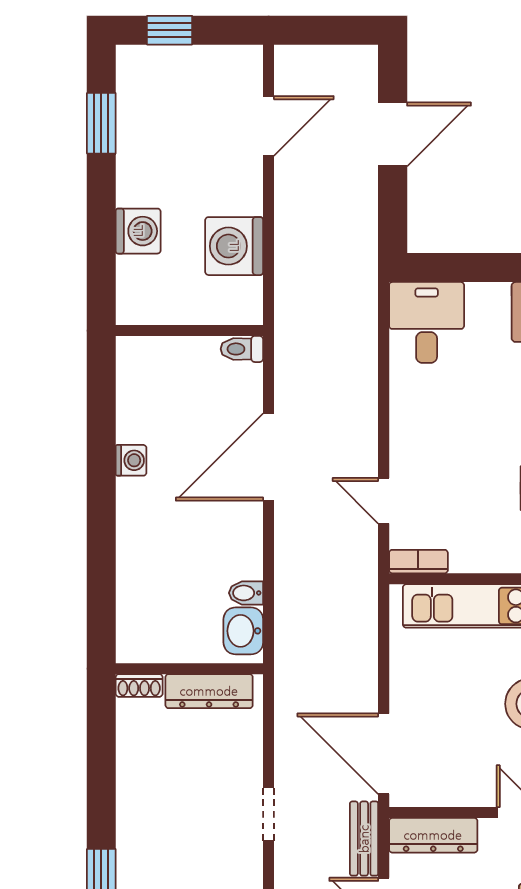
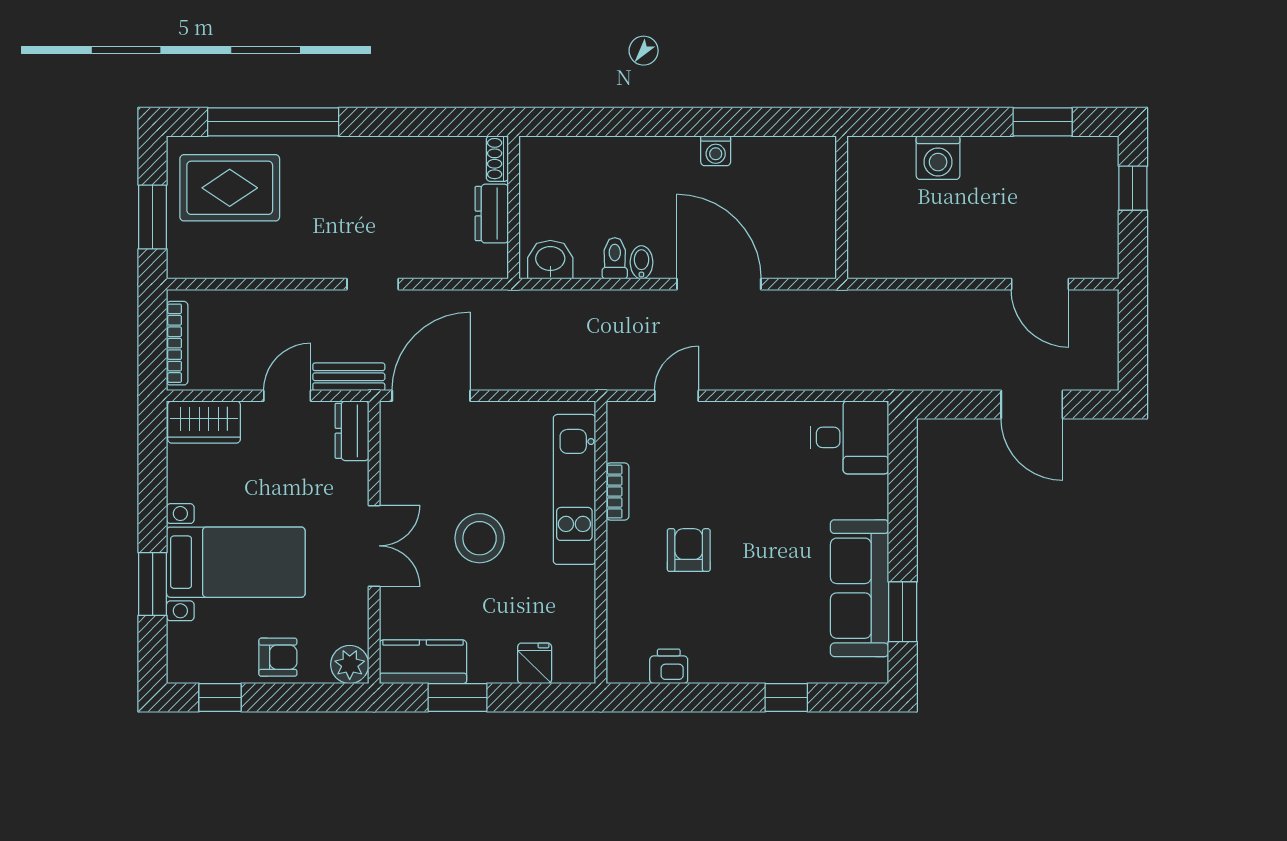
washing machine: (234, 246) -> (923, 251), removed
toilet: (242, 349) -> (615, 258), moved
bookcase: (418, 562) -> (617, 492), moved
bidet: (246, 593) -> (641, 262), moved
dresser: (209, 691) -> (492, 214), width x0.70
dresser: (433, 835) -> (352, 431), width x0.70

